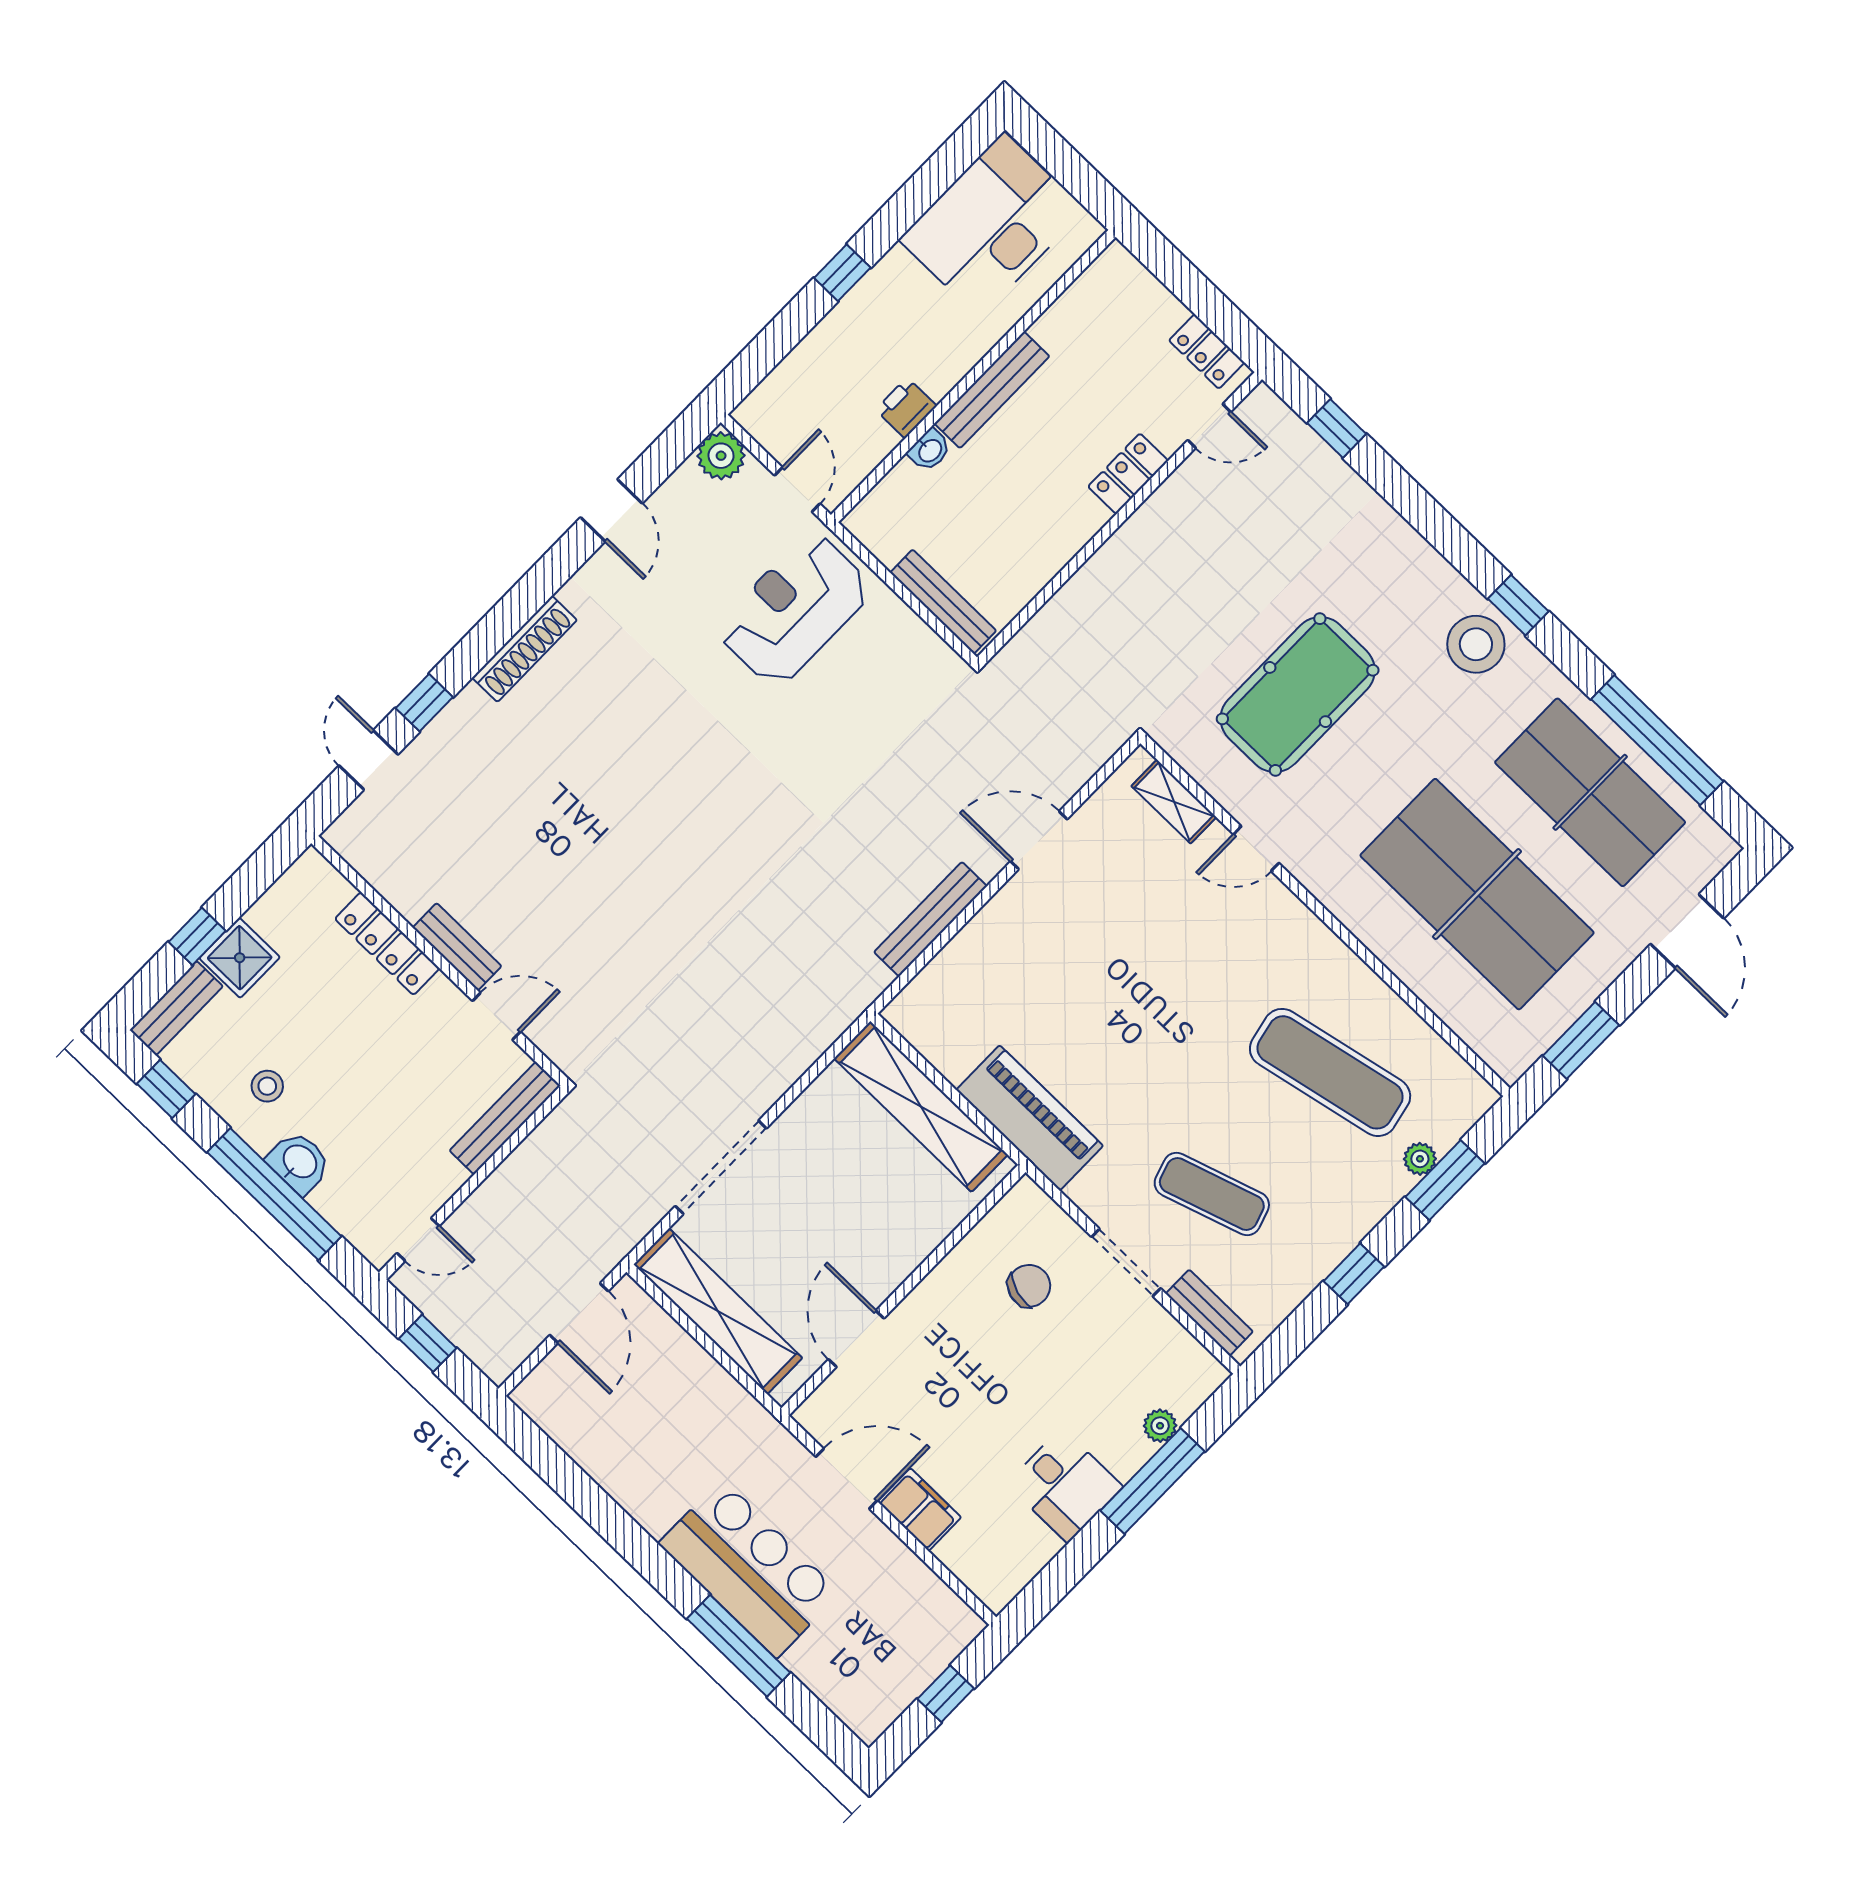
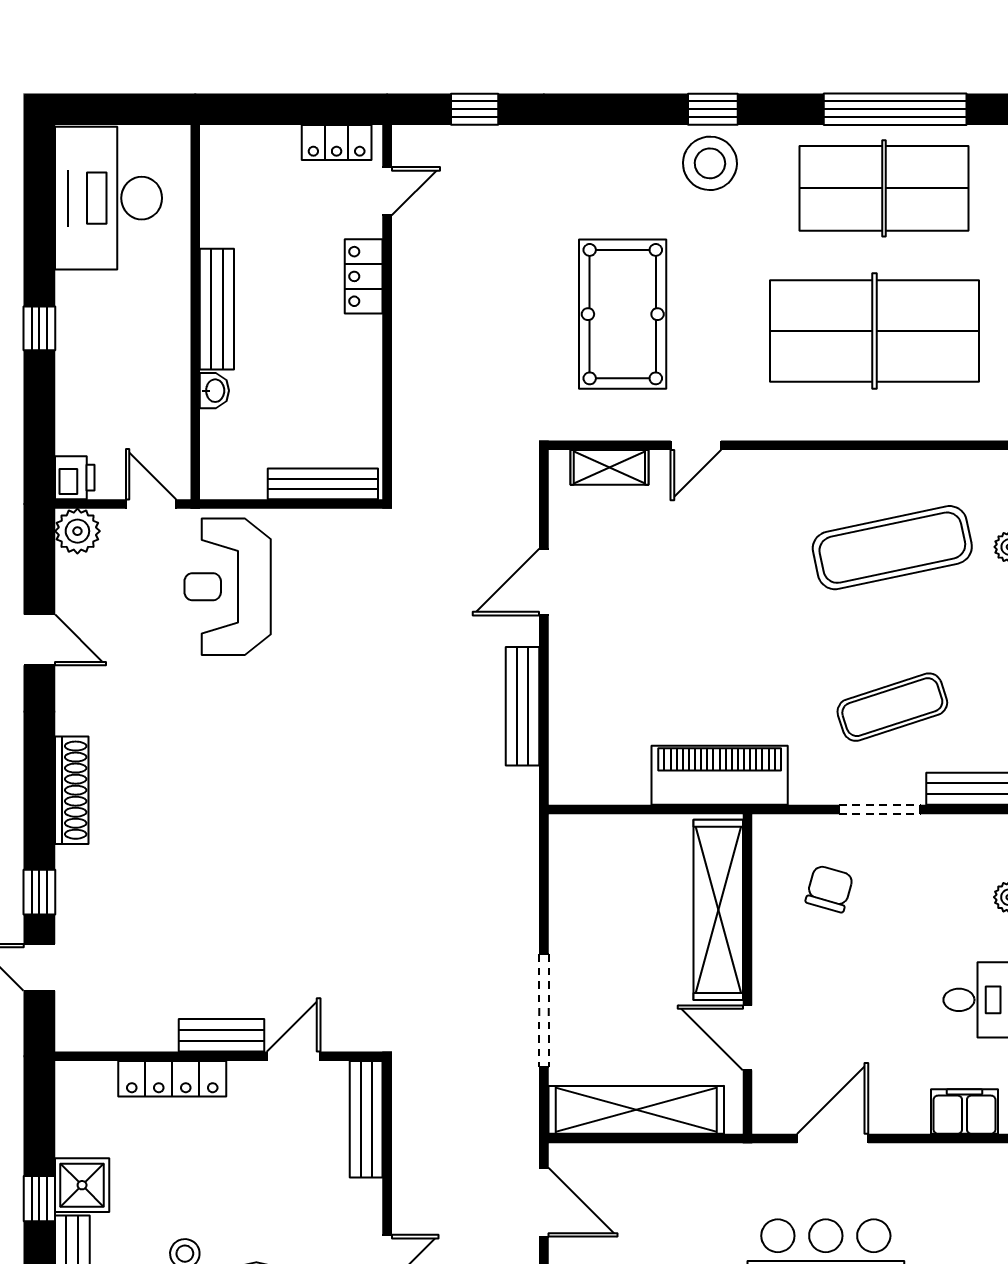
printer: (906, 408) -> (75, 478), moved, turned 180
shelving: (921, 1106) -> (718, 910), moved, turned 90
filing cabinet: (919, 1510) -> (965, 1112), moved

